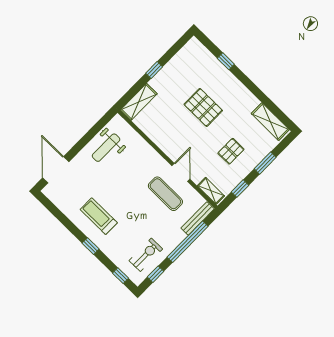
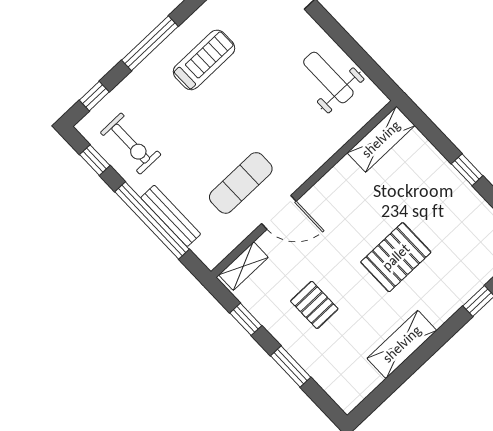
shelving: (139, 102) -> (381, 139), moved, turned 90
shelving: (270, 122) -> (402, 344), moved
bench: (198, 218) -> (171, 216), moved
window: (91, 246) -> (150, 43), width x2.17

